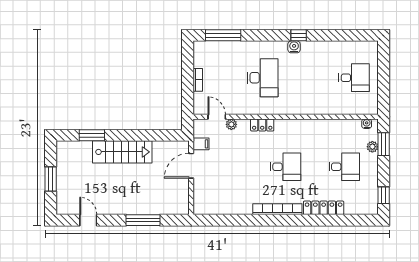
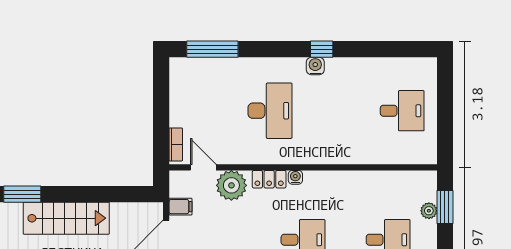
bookcase: (198, 80) -> (176, 144), moved
plant: (231, 124) -> (231, 185), width x1.88, depth x1.88
water cooler: (367, 124) -> (295, 177), moved

